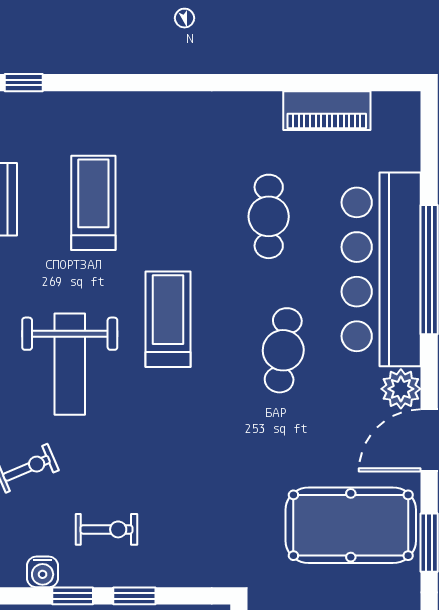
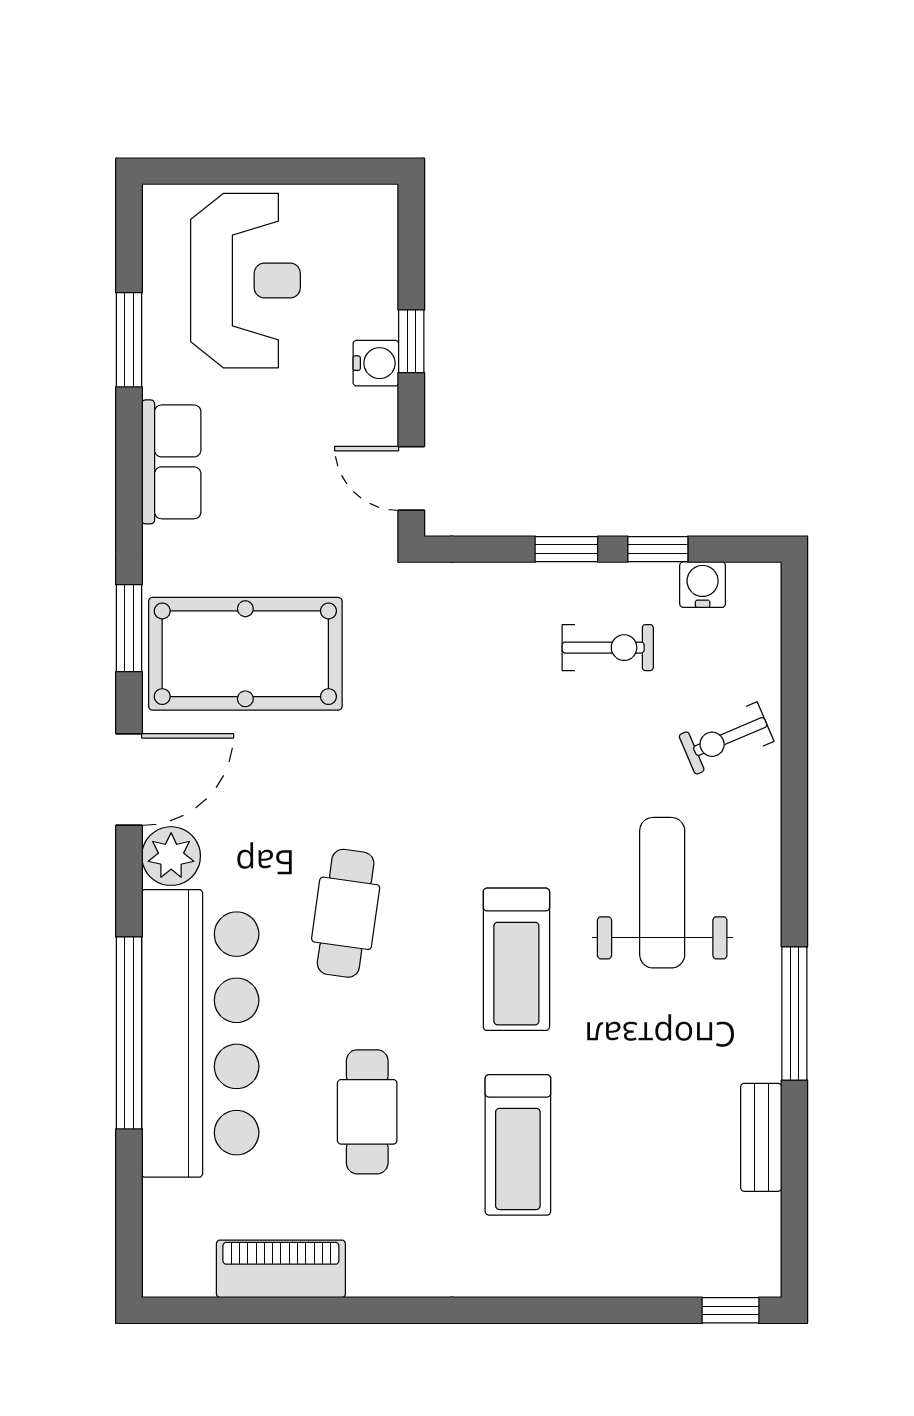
treadmill: (93, 203) -> (518, 1145), moved
exercise bike: (107, 529) -> (608, 648), turned 180

